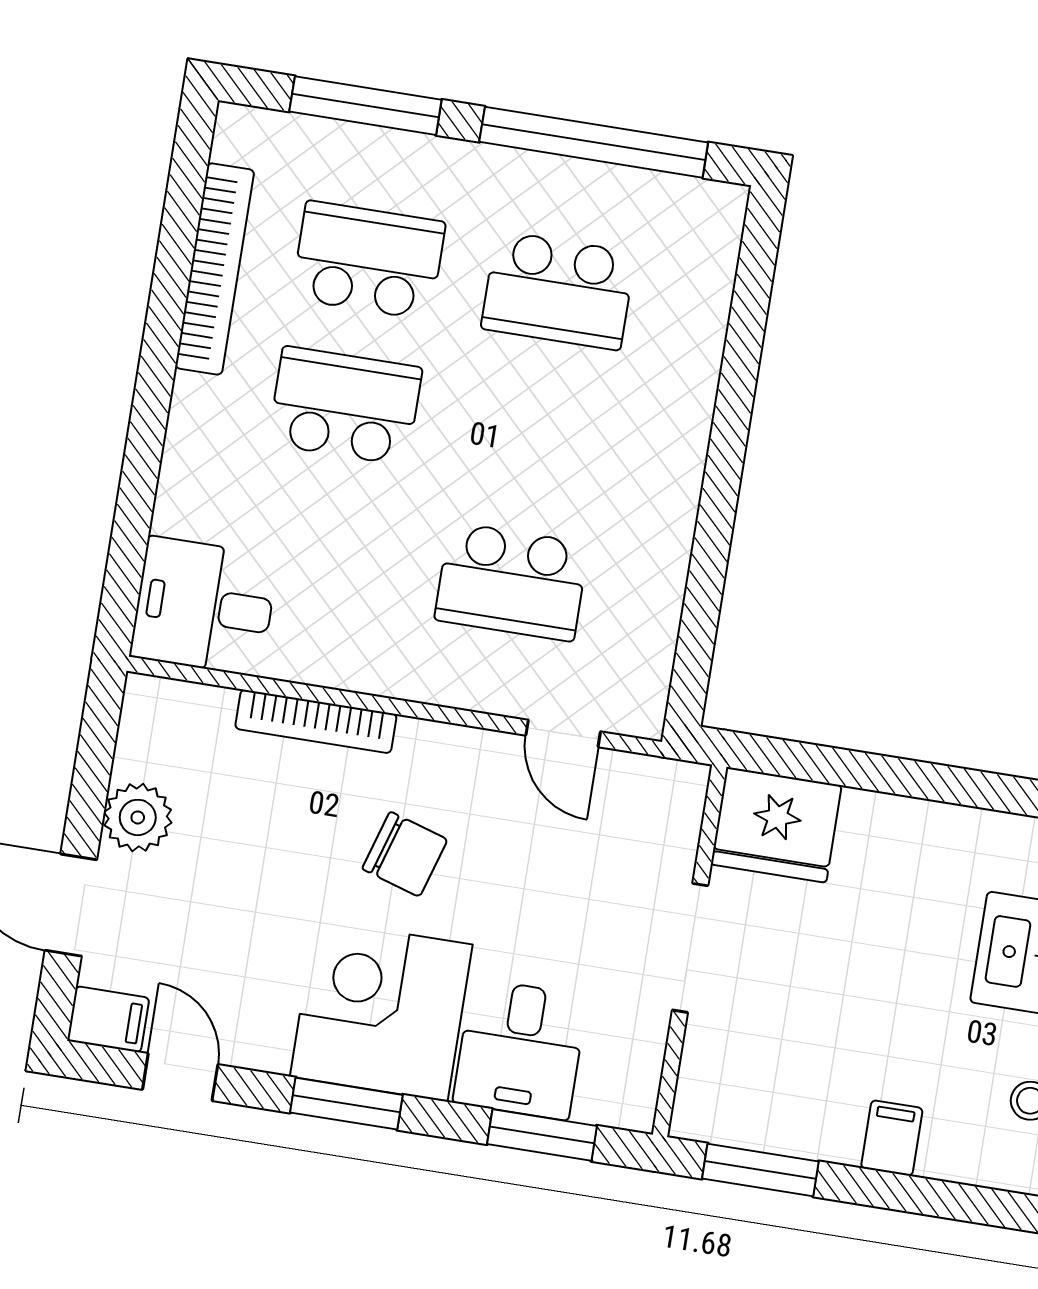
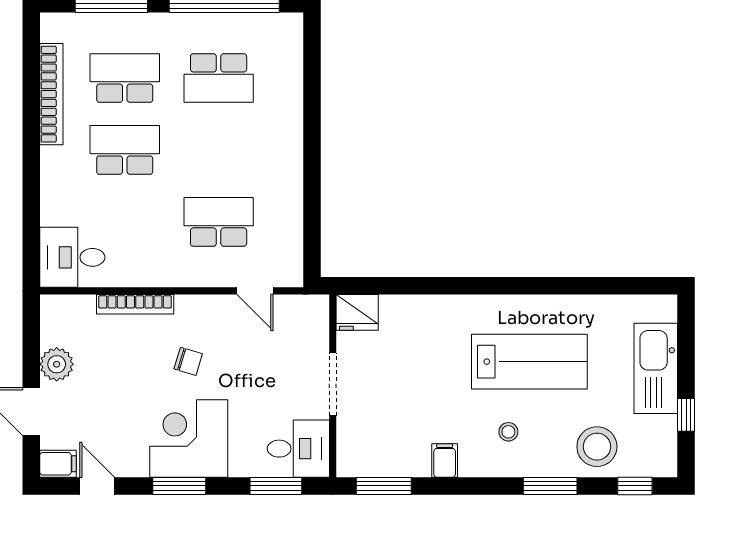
school desk: (512, 582) -> (219, 222), turned 180
fridge: (776, 825) -> (357, 312), width x0.73, depth x0.75
chair: (405, 854) -> (188, 361), width x0.73, depth x0.73
desk: (520, 1049) -> (298, 449), moved, turned -90

